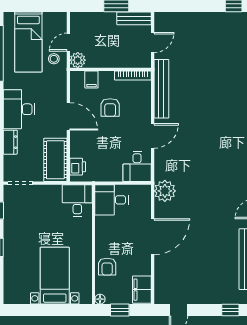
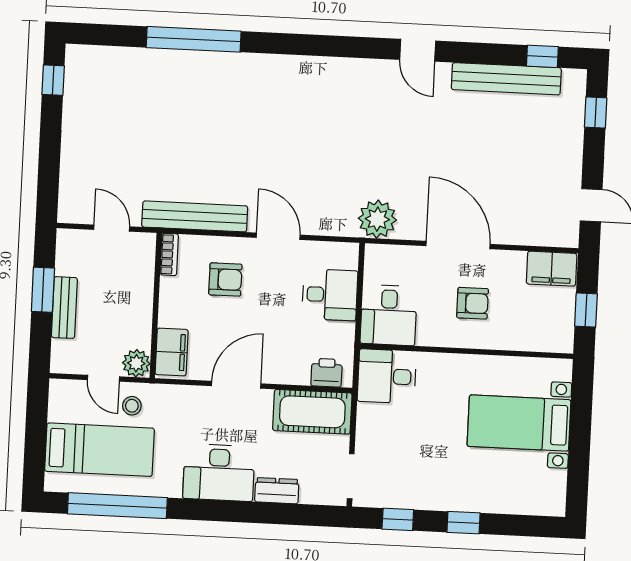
bench: (134, 18) -> (64, 308), moved
bookcase: (133, 76) -> (169, 254), width x0.64
filing cabinet: (91, 80) -> (172, 352), width x2.00
armchair: (110, 107) -> (225, 279), moved
desk: (137, 166) -> (330, 295), moved
armchair: (107, 267) -> (473, 303), moved
floor lamp: (100, 299) -> (565, 344), removed

